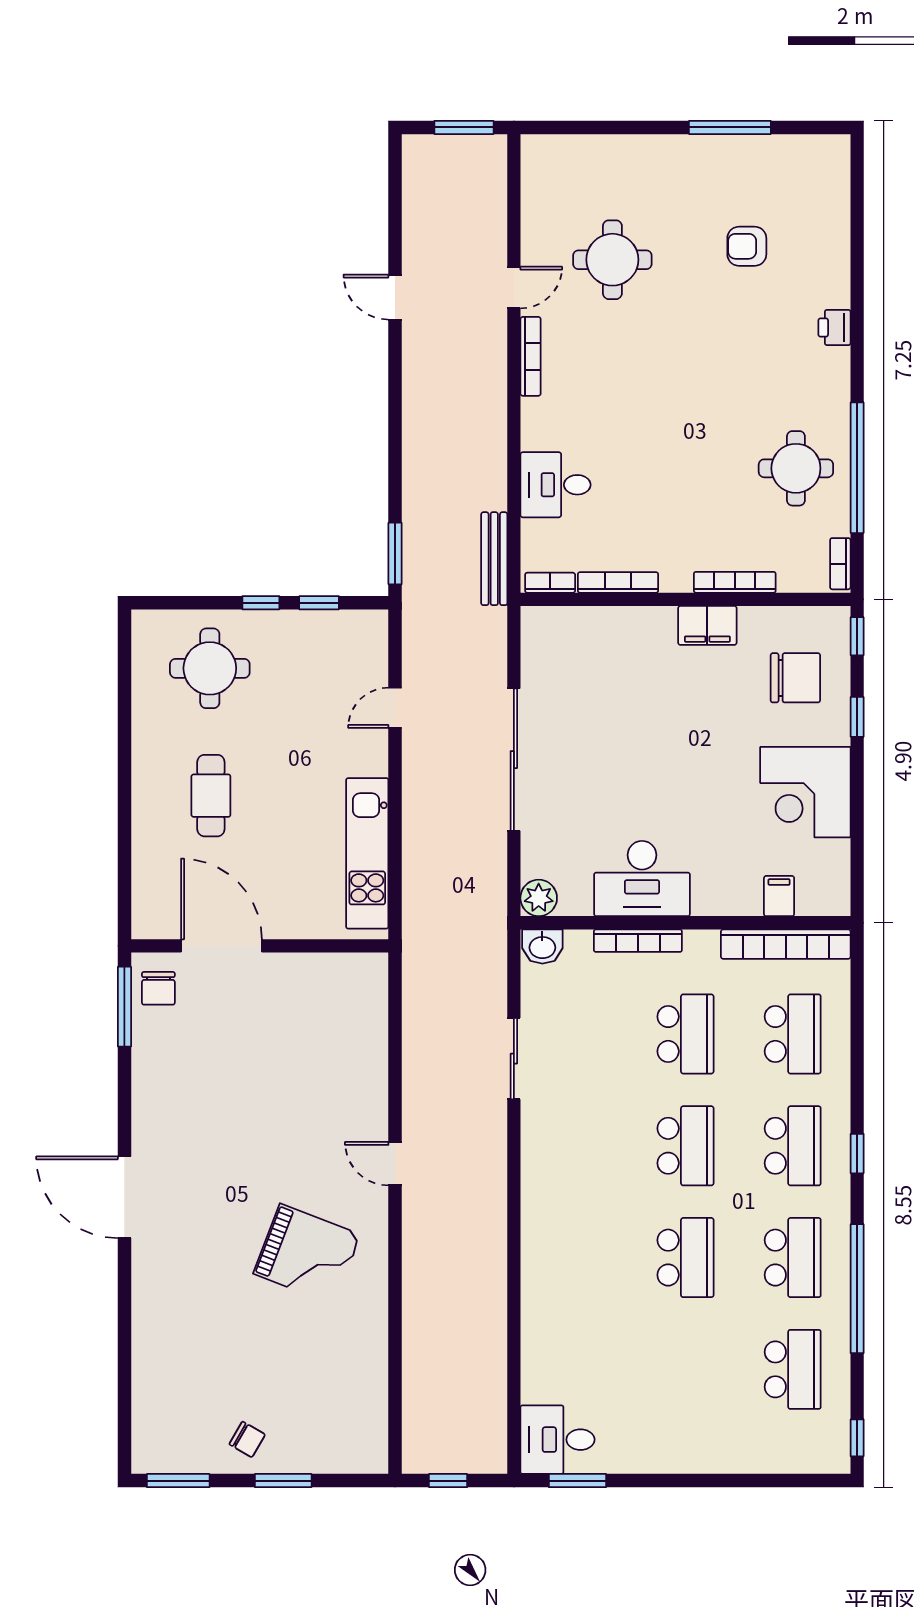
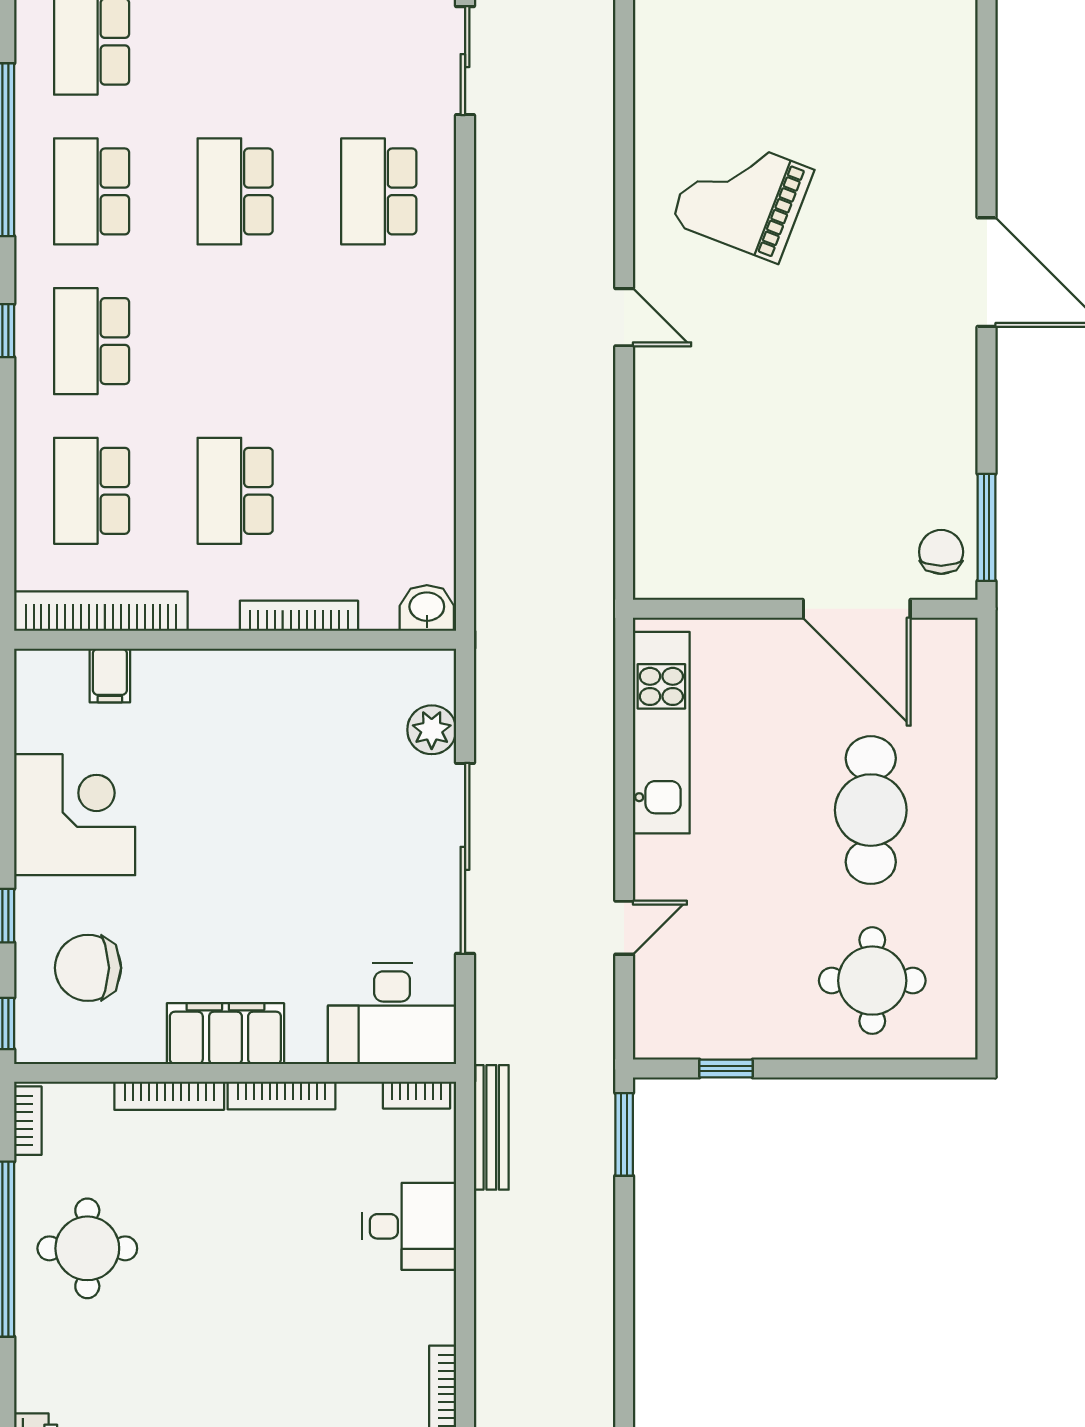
bookcase: (618, 582) -> (281, 1095), moved
window: (261, 603) -> (804, 1068), removed
filing cabinet: (707, 625) -> (225, 1034), width x1.50, depth x1.17
cafe table: (211, 796) -> (871, 810), width x1.37, depth x1.35
desk: (642, 879) -> (392, 1014), moved, turned 180
plant: (539, 898) -> (432, 730), moved
sliding door: (514, 1059) -> (465, 61), moved
school desk: (685, 1146) -> (379, 191), moved

